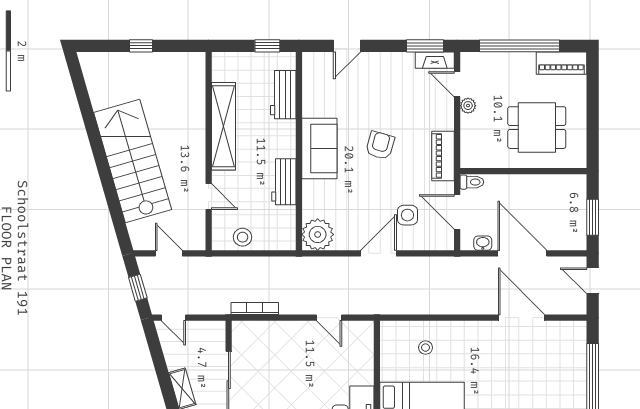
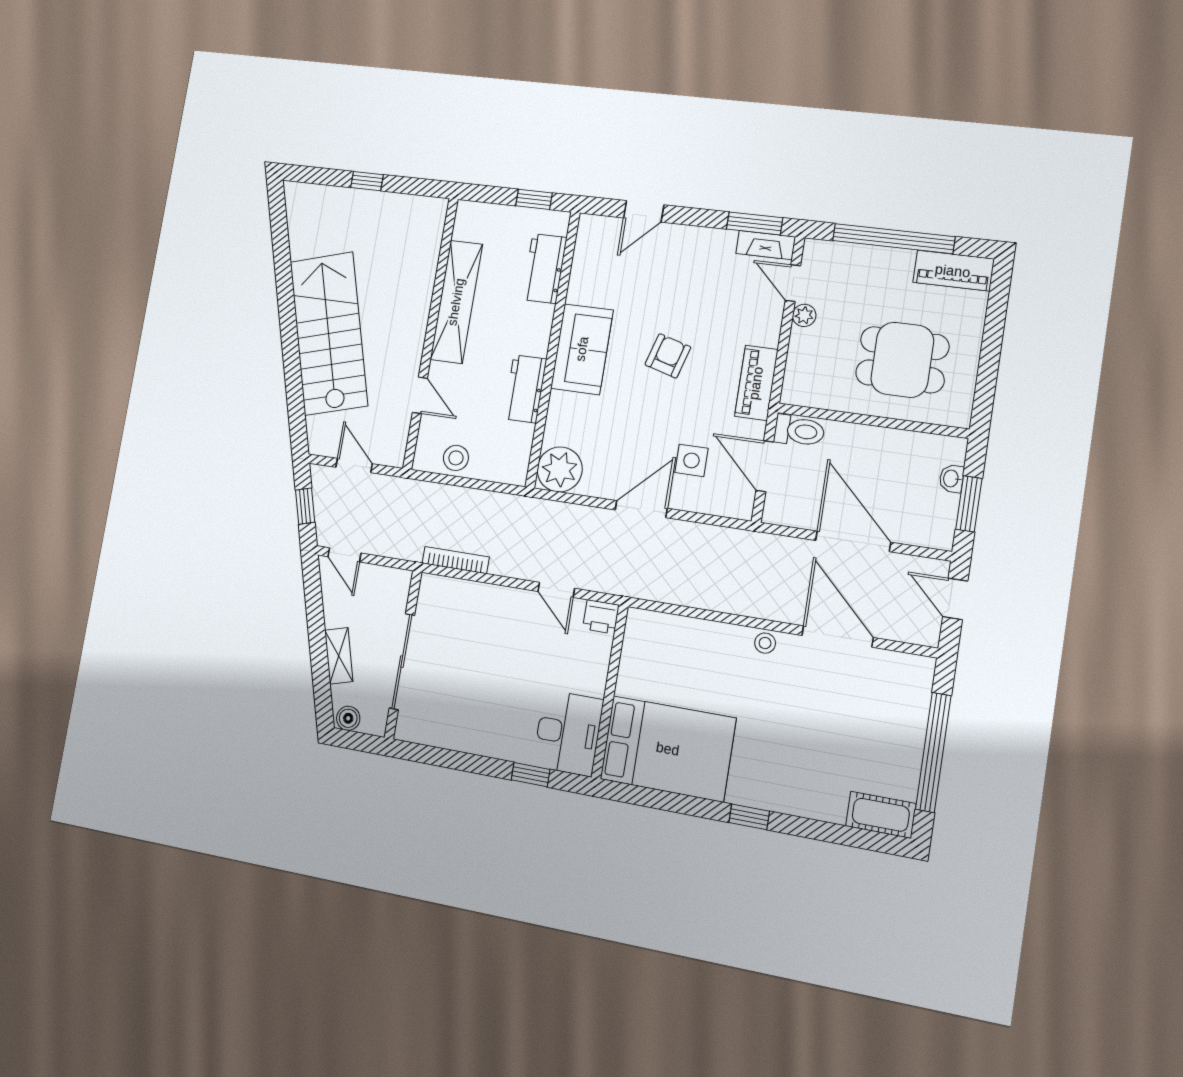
toilet: (472, 182) -> (799, 431), width x1.37, depth x1.39
washbasin: (483, 243) -> (951, 479), moved, turned -90
printer: (363, 331) -> (601, 617), added
stool: (426, 348) -> (765, 643), moved

